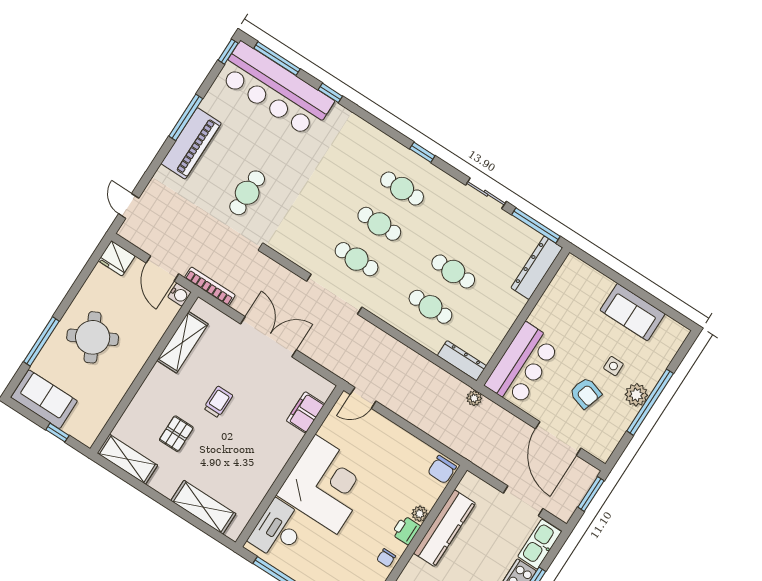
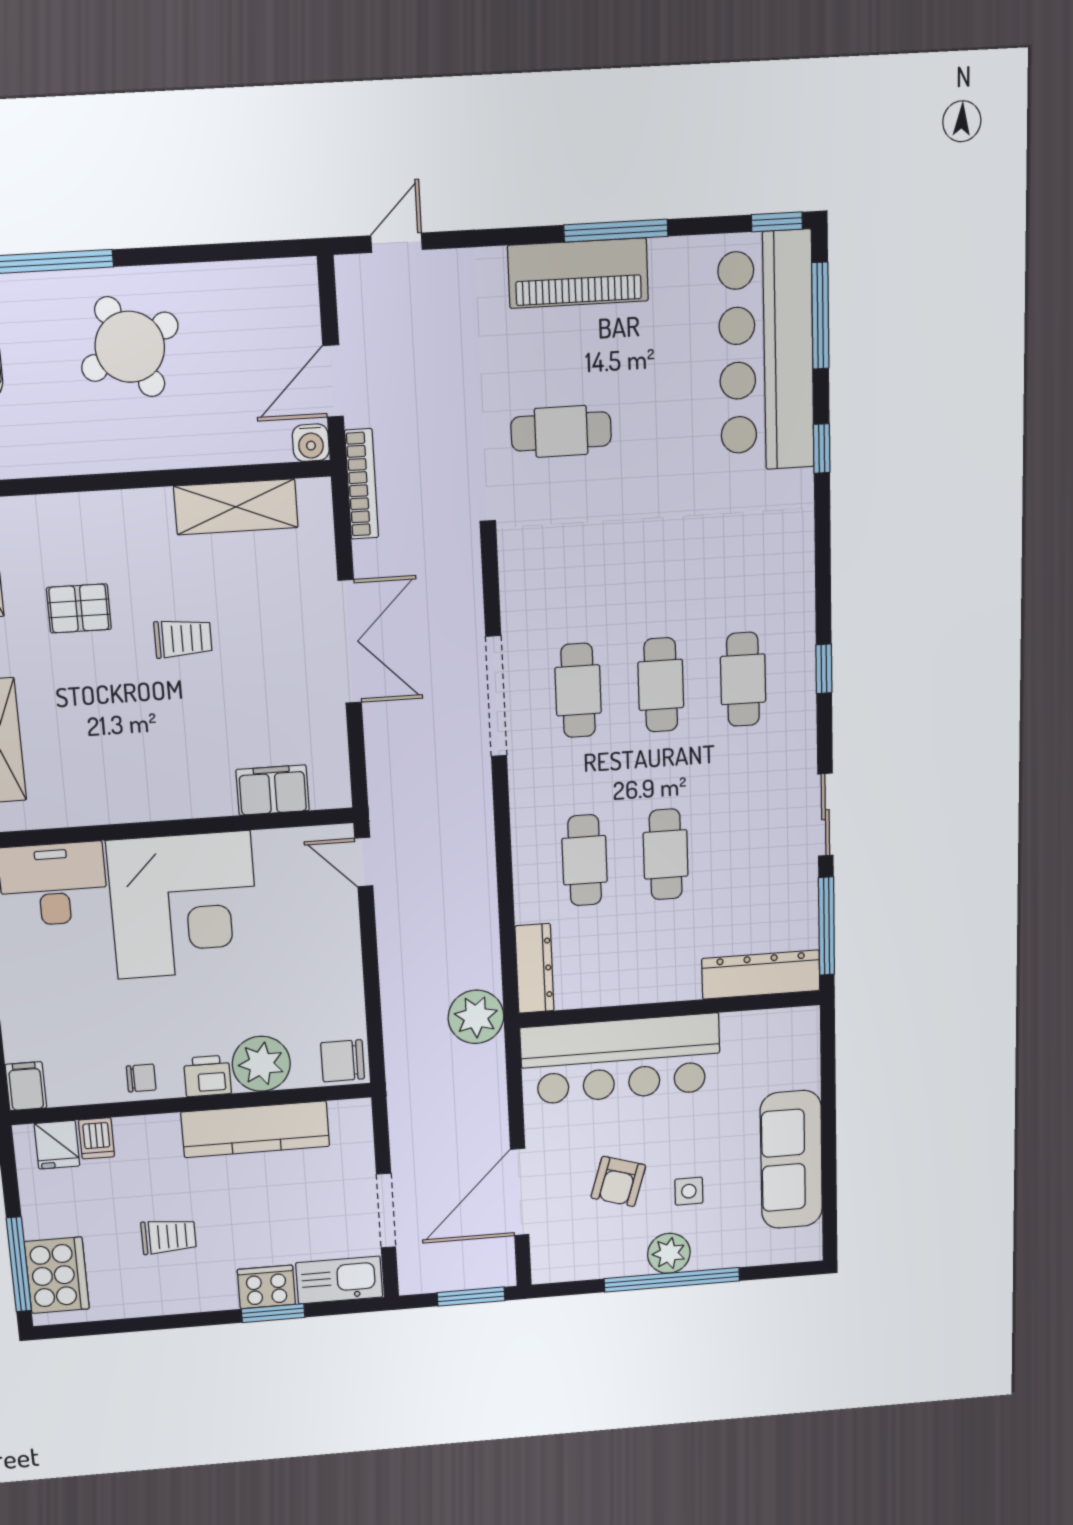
fridge: (117, 258) -> (293, 288), removed
sofa: (633, 312) -> (791, 1160), width x1.36
bar counter: (522, 365) -> (621, 1059), width x1.36
plant: (474, 398) -> (476, 1017), width x1.88, depth x1.88
plant: (420, 514) -> (261, 1064), width x1.87, depth x1.87
chair: (386, 558) -> (141, 1078), turned 180

